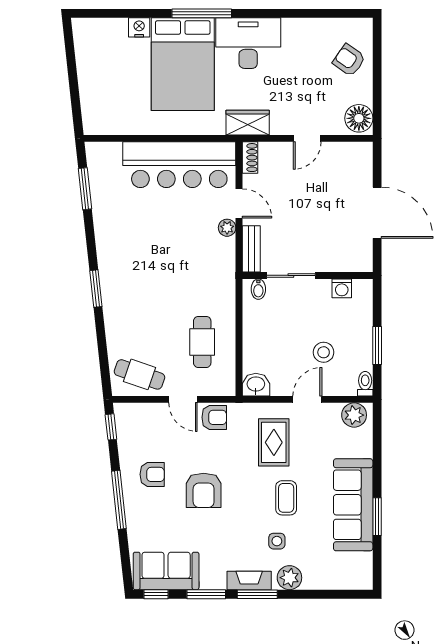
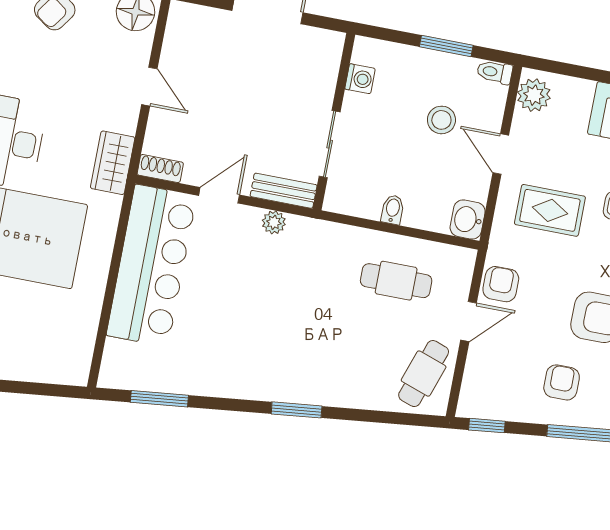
plant: (227, 228) -> (274, 222), moved
bidet: (258, 289) -> (393, 210), moved, turned -90

